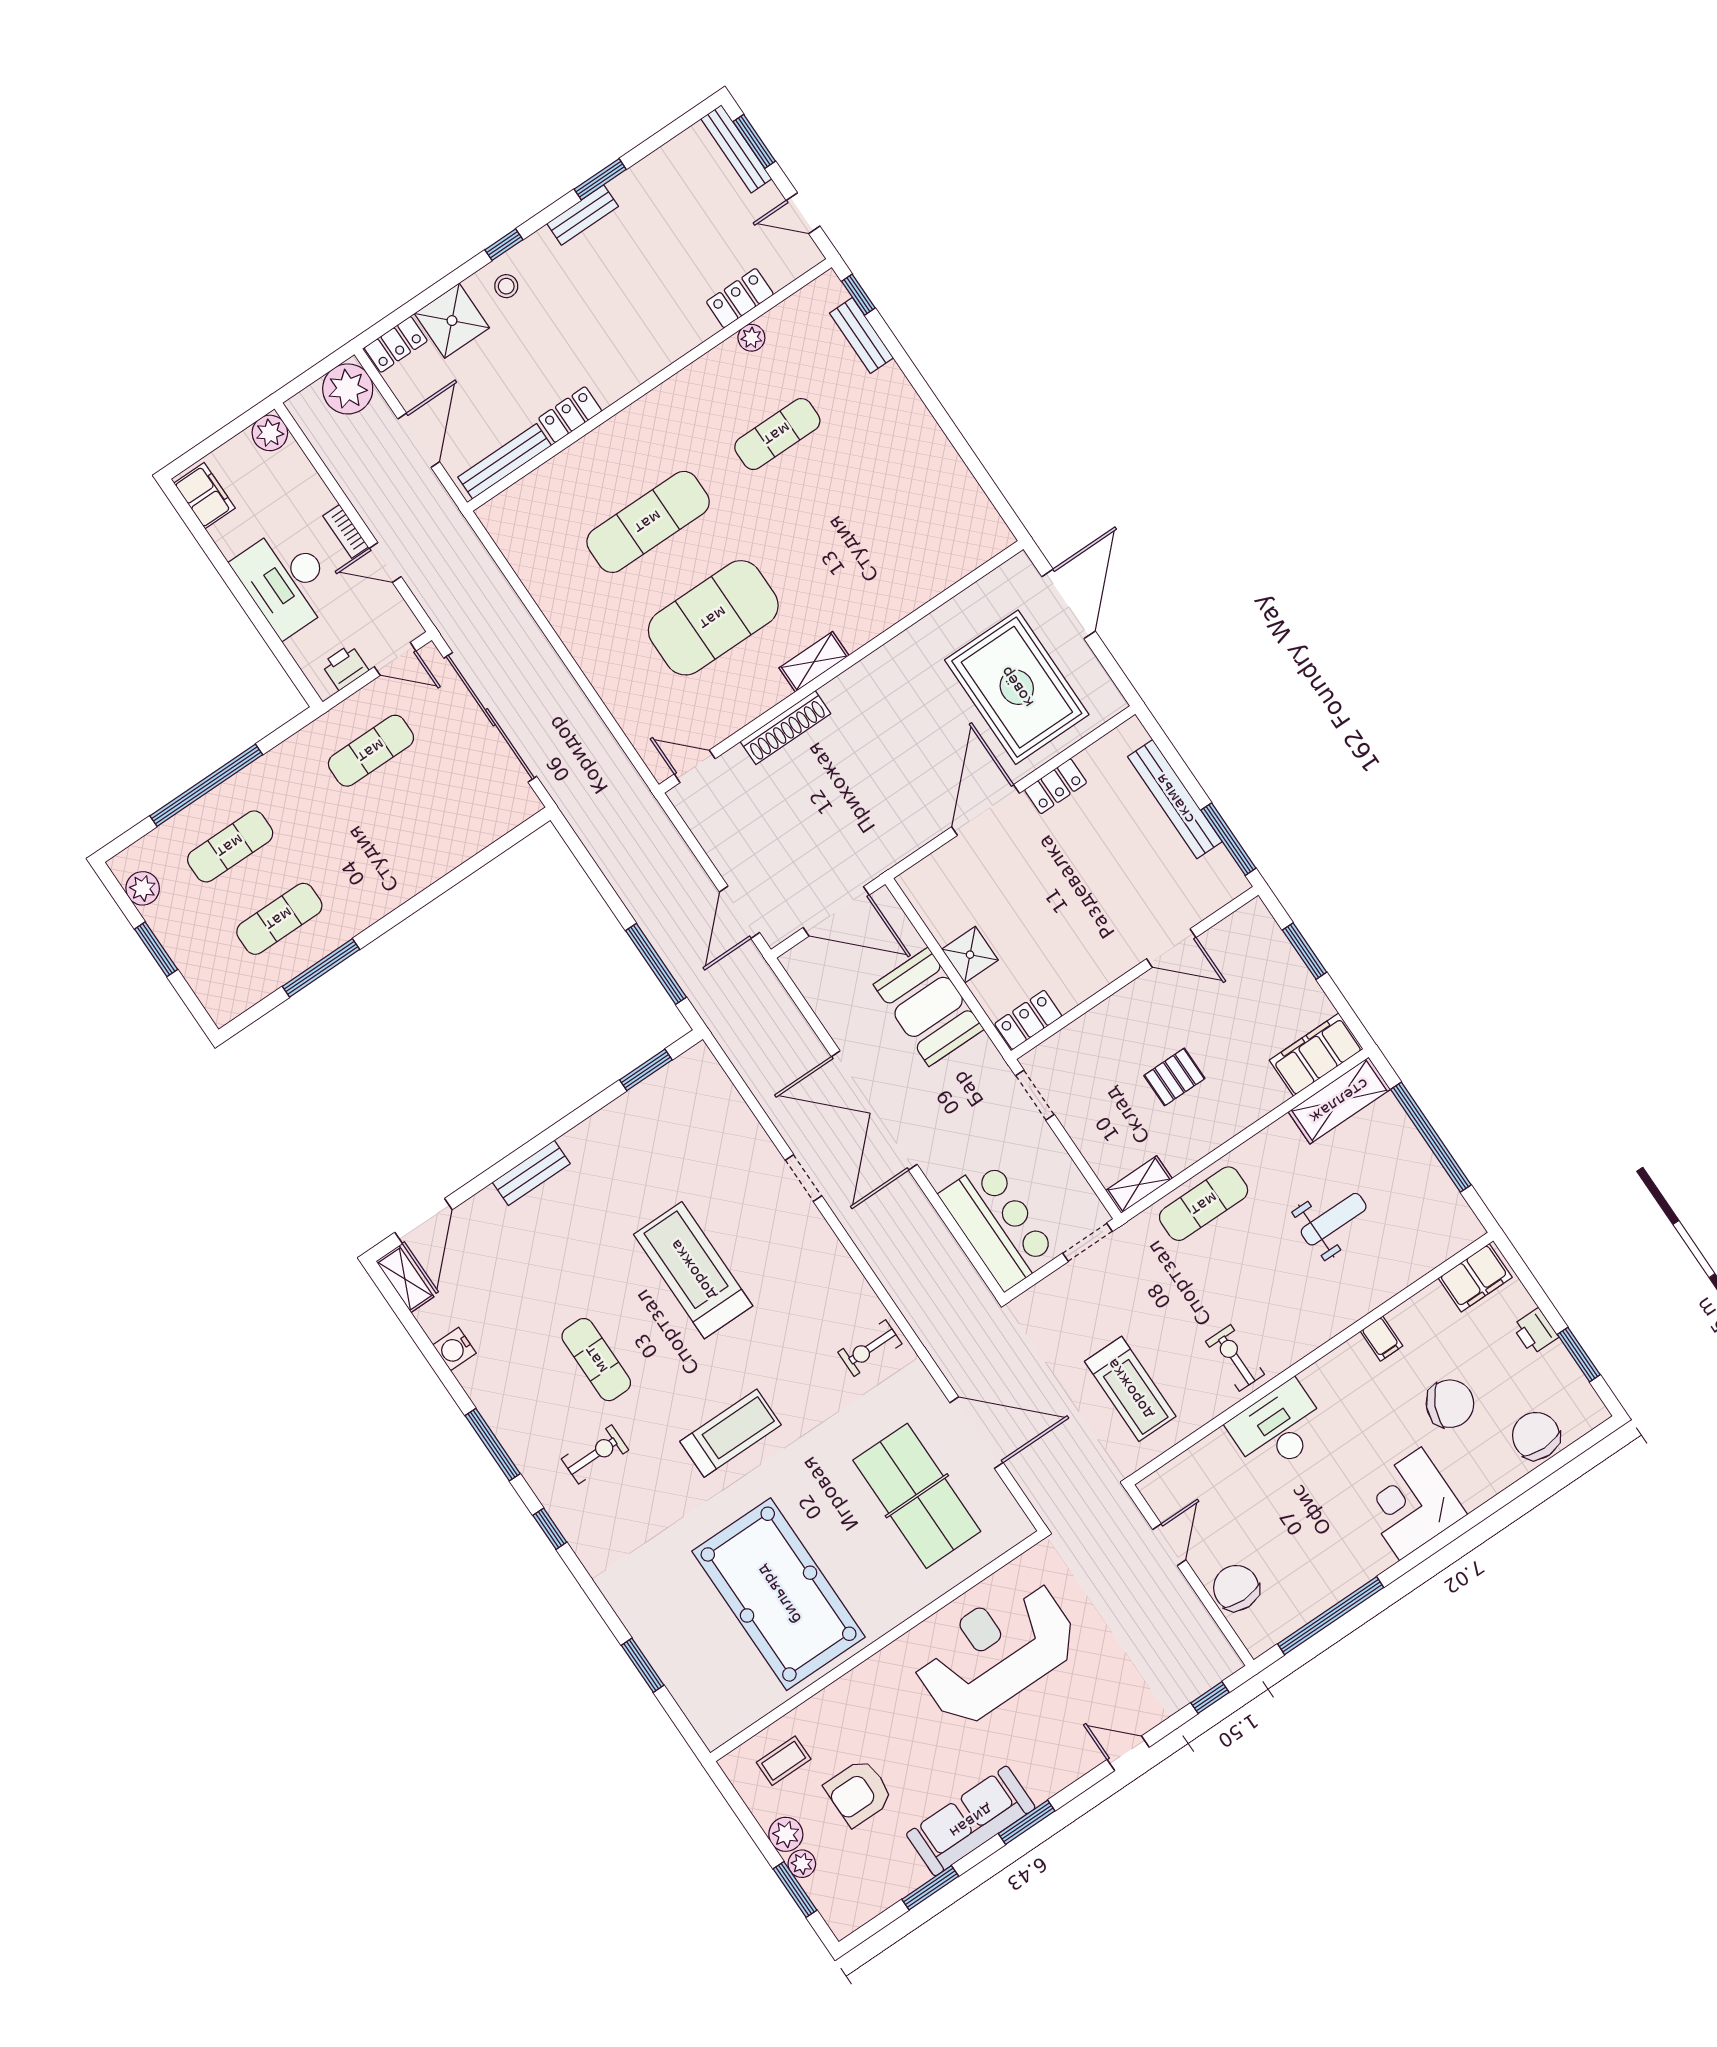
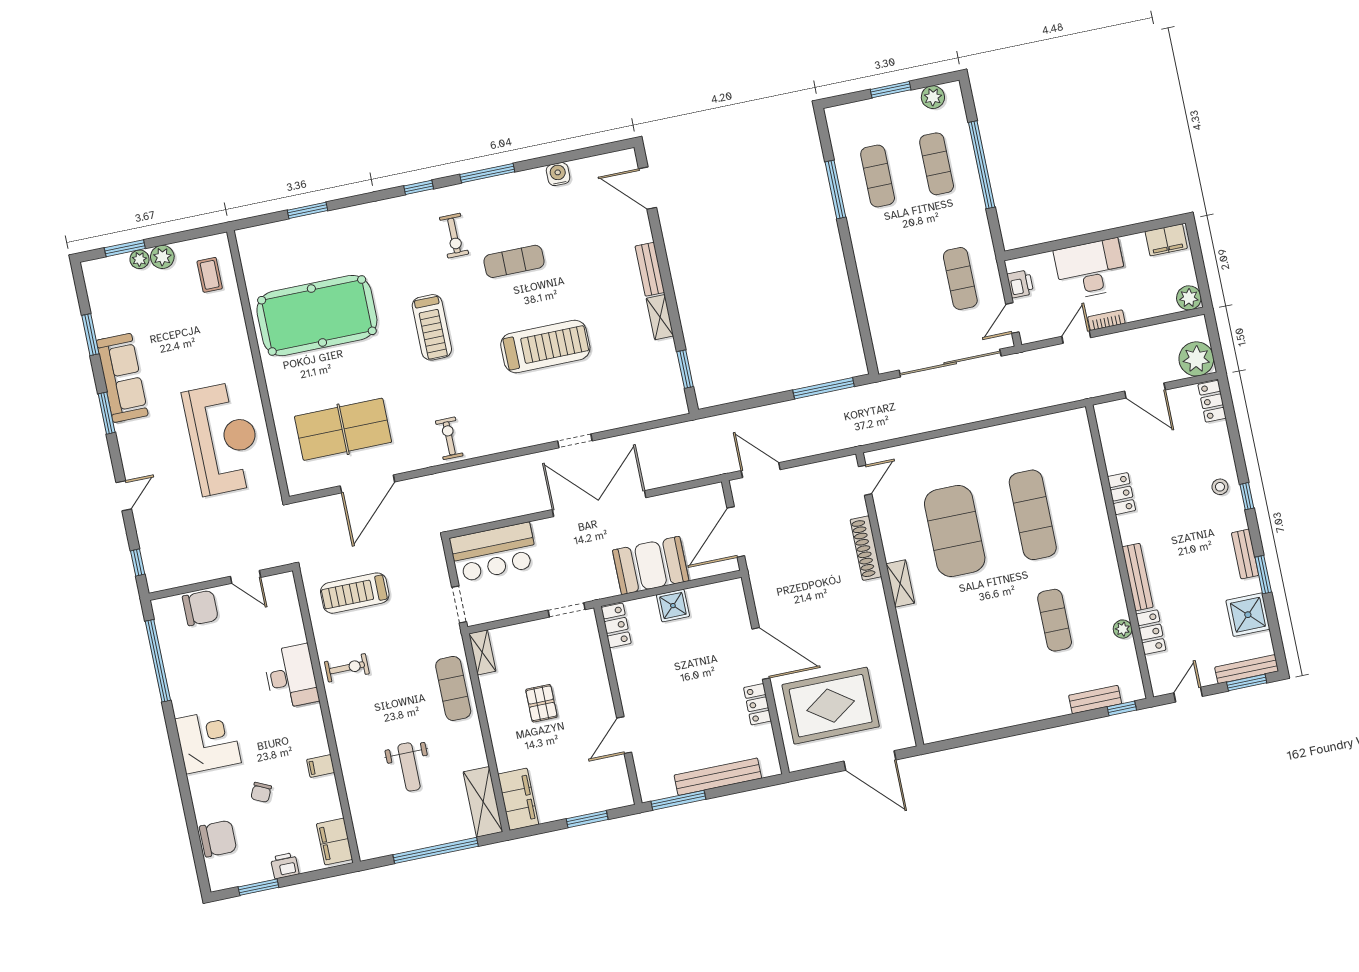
shower: (452, 321) -> (1248, 615), moved
bench: (505, 461) -> (1137, 577), moved
window: (656, 964) -> (824, 388), moved
shelving: (405, 1279) -> (660, 317), moved, turned 90
chair: (1450, 1404) -> (261, 792), width x0.54, depth x0.54
armchair: (859, 1792) -> (170, 314), removed

